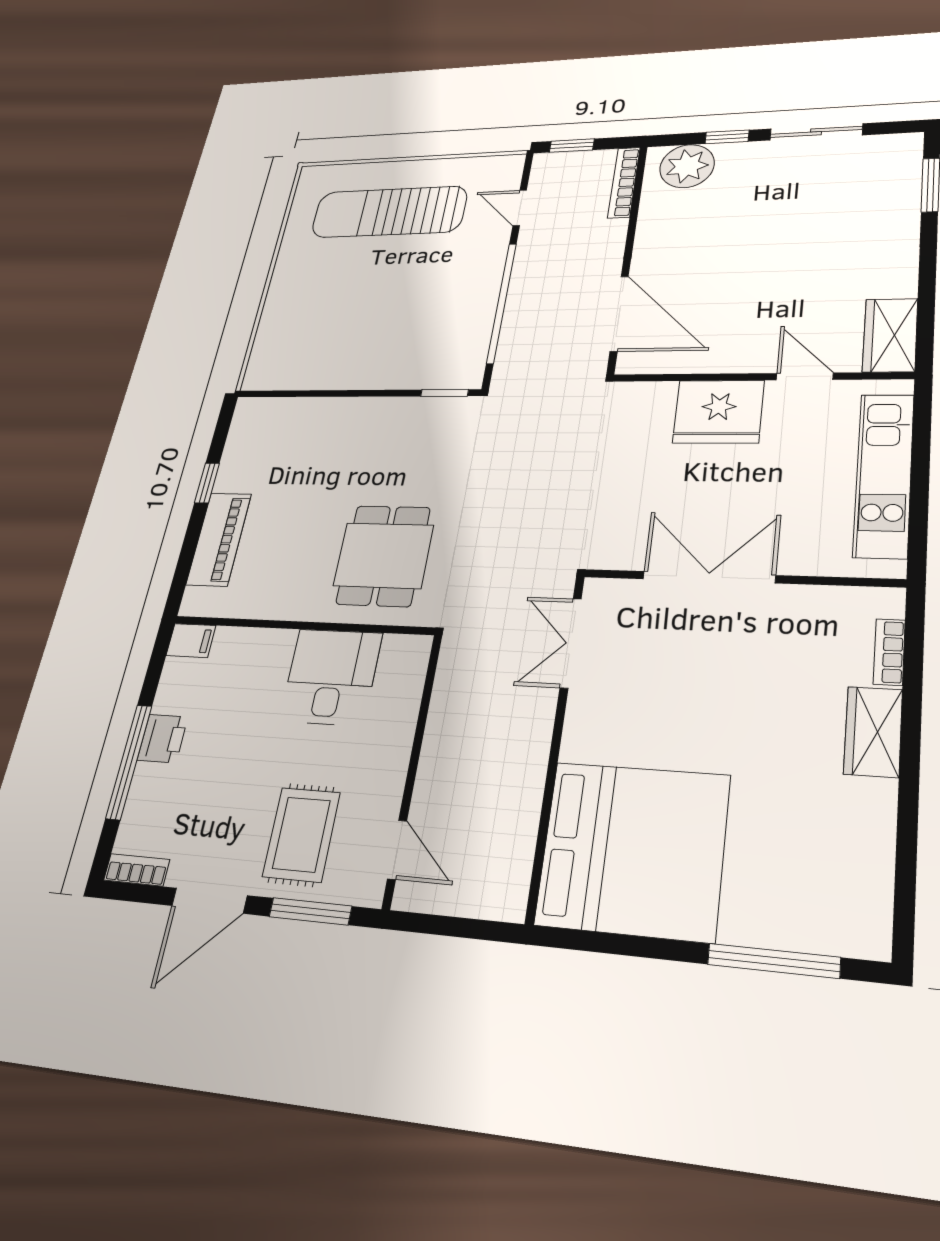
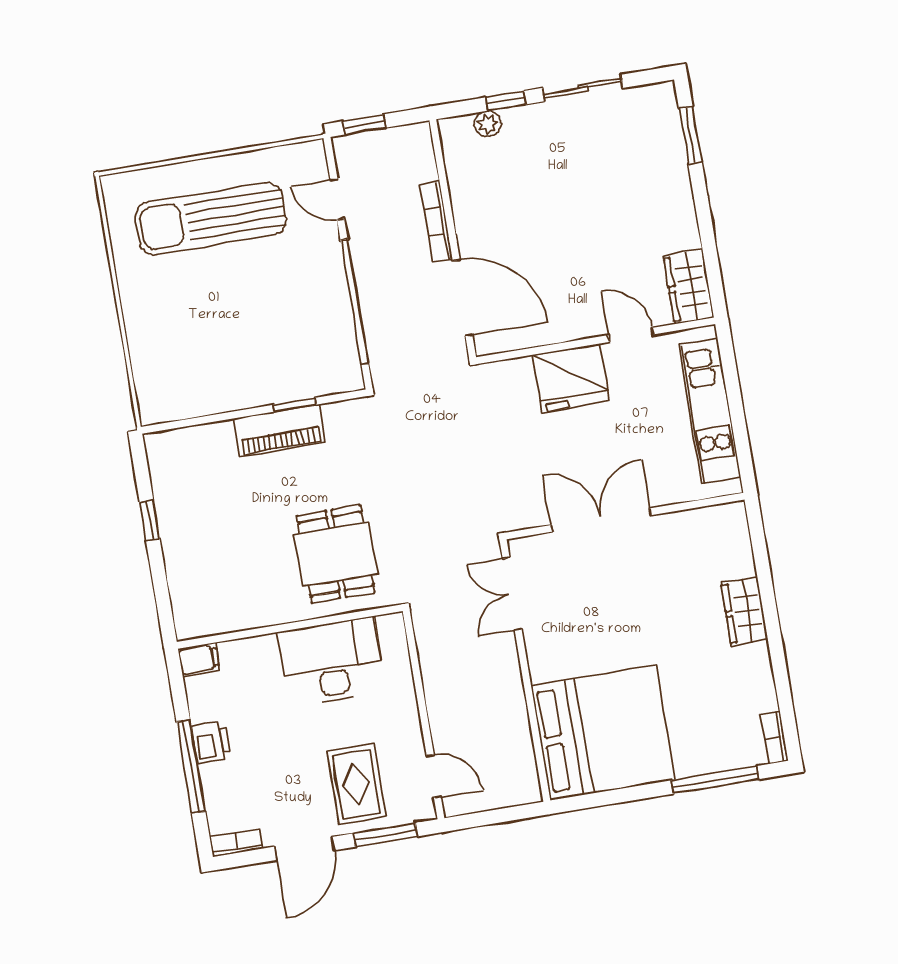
plant: (687, 166) -> (488, 124), width x0.53, depth x0.53
bookcase: (624, 183) -> (436, 222), moved
window: (445, 393) -> (295, 405), moved
piano: (219, 539) -> (279, 430), moved, turned 90
bookcase: (889, 652) -> (774, 738), moved
desk: (331, 677) -> (332, 662), width x1.37

